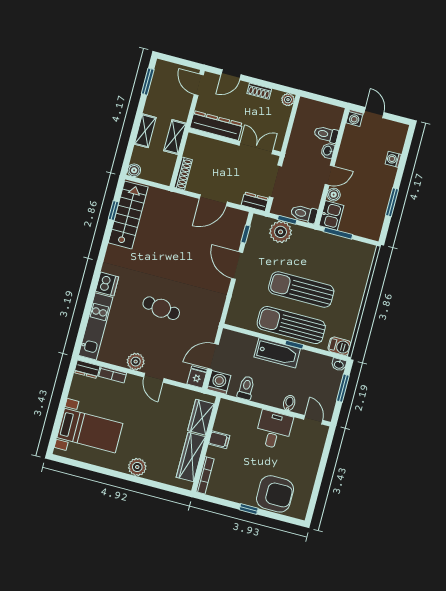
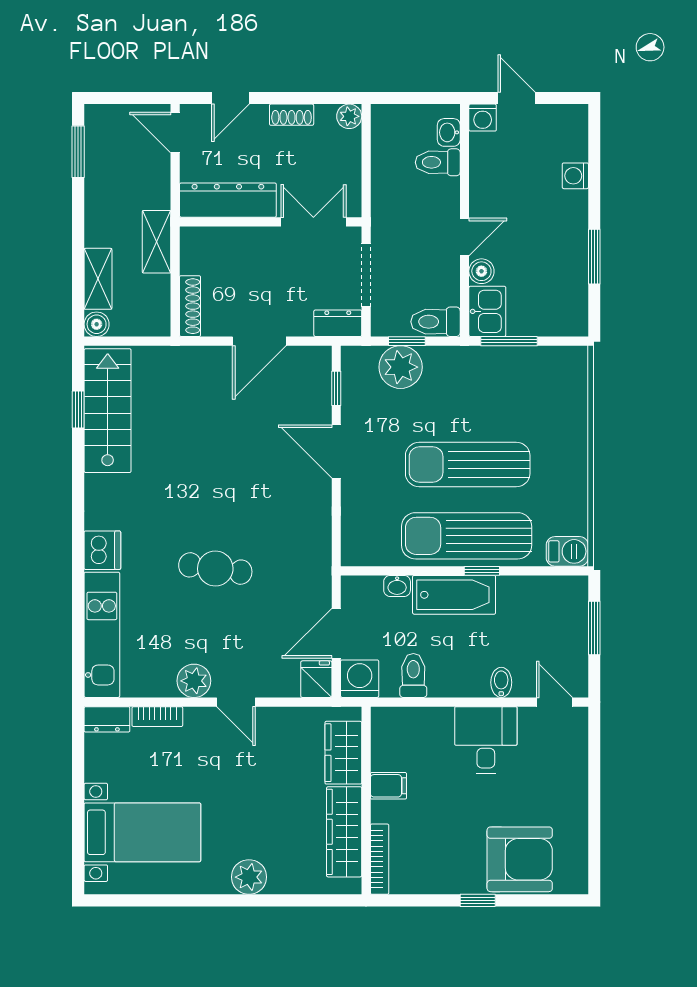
shelving: (145, 131) -> (98, 279), moved
washbasin: (328, 151) -> (449, 132), moved
washbasin: (339, 364) -> (397, 586), moved

